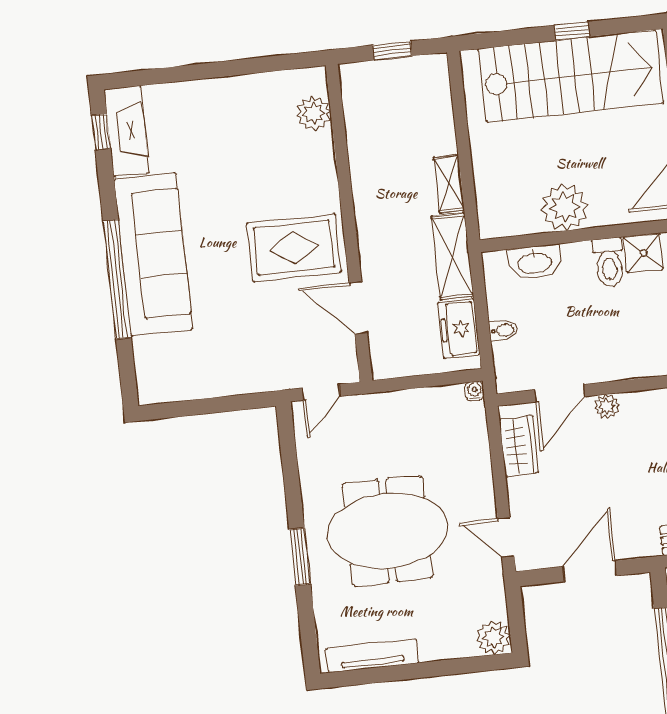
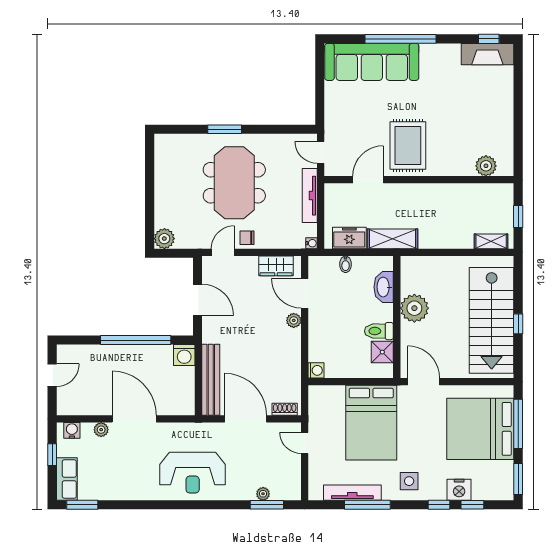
shelving: (449, 184) -> (491, 241), moved
sofa: (153, 254) -> (372, 62), moved
chair: (477, 500) -> (247, 238), added
tv unit: (372, 656) -> (310, 196), moved, turned 180

